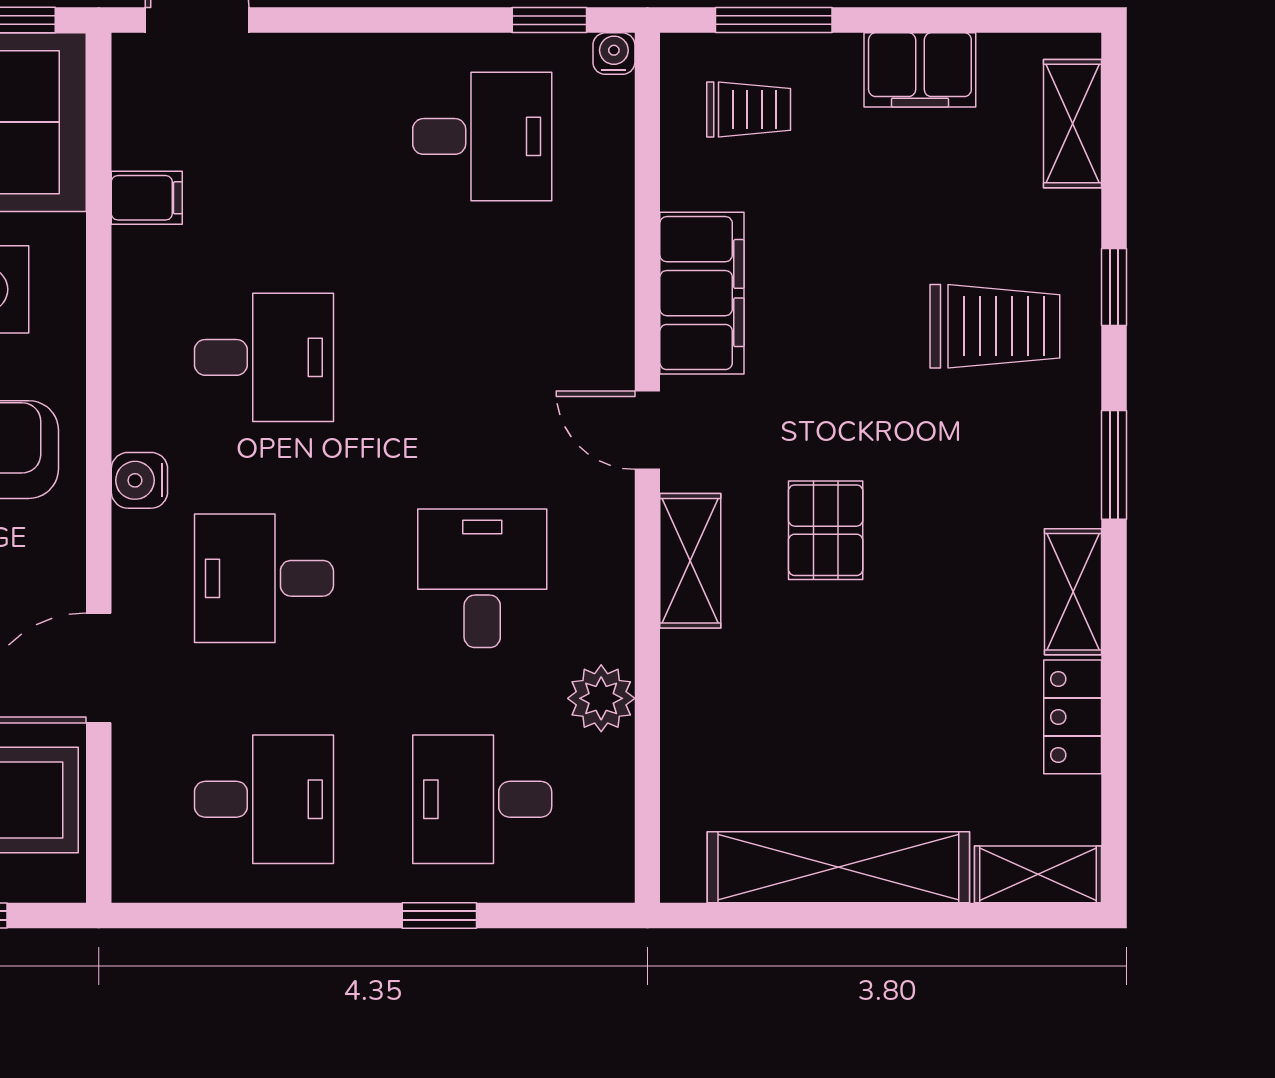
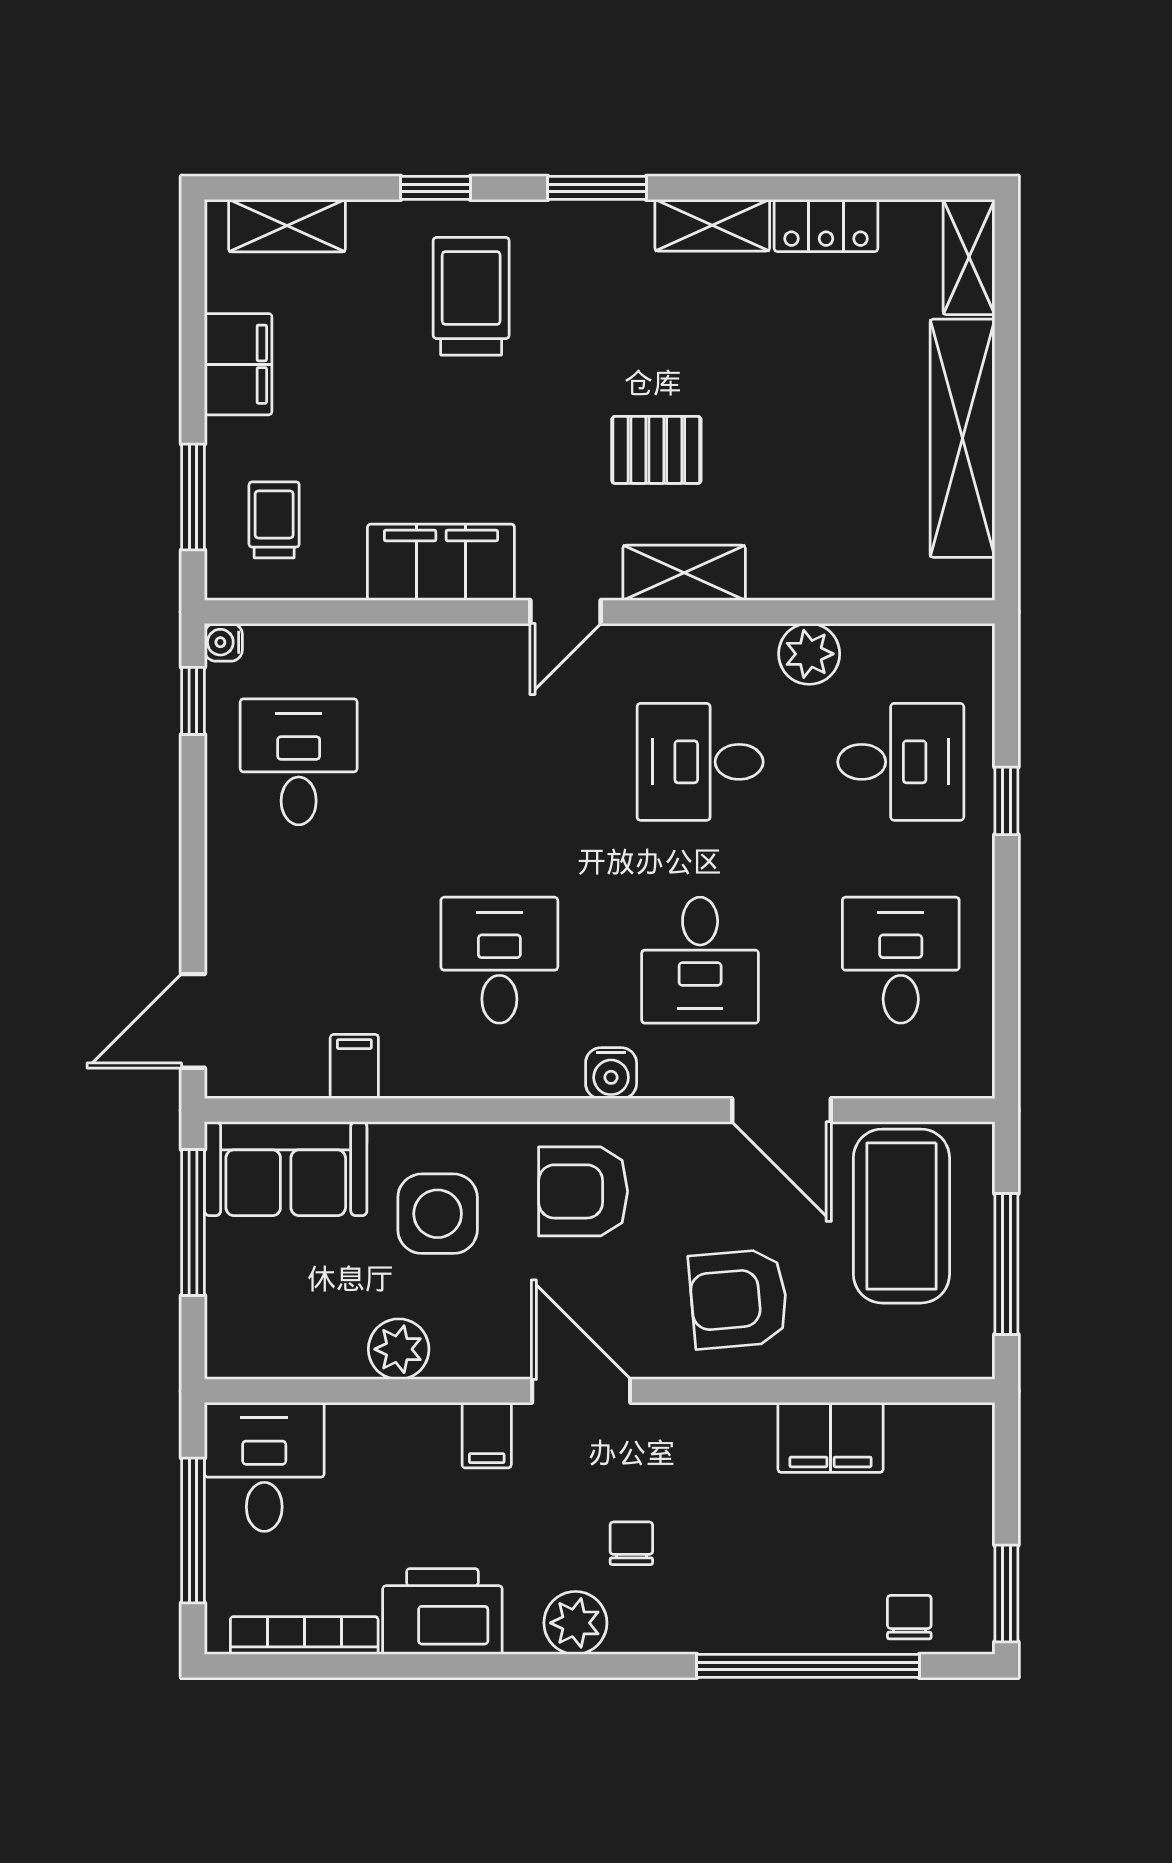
desk: (482, 799) -> (901, 762), turned -90

